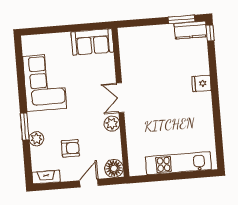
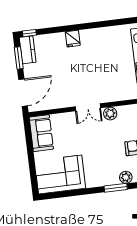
door: (141, 23) -> (23, 93), added
corner sofa: (45, 82) -> (60, 175), moved

